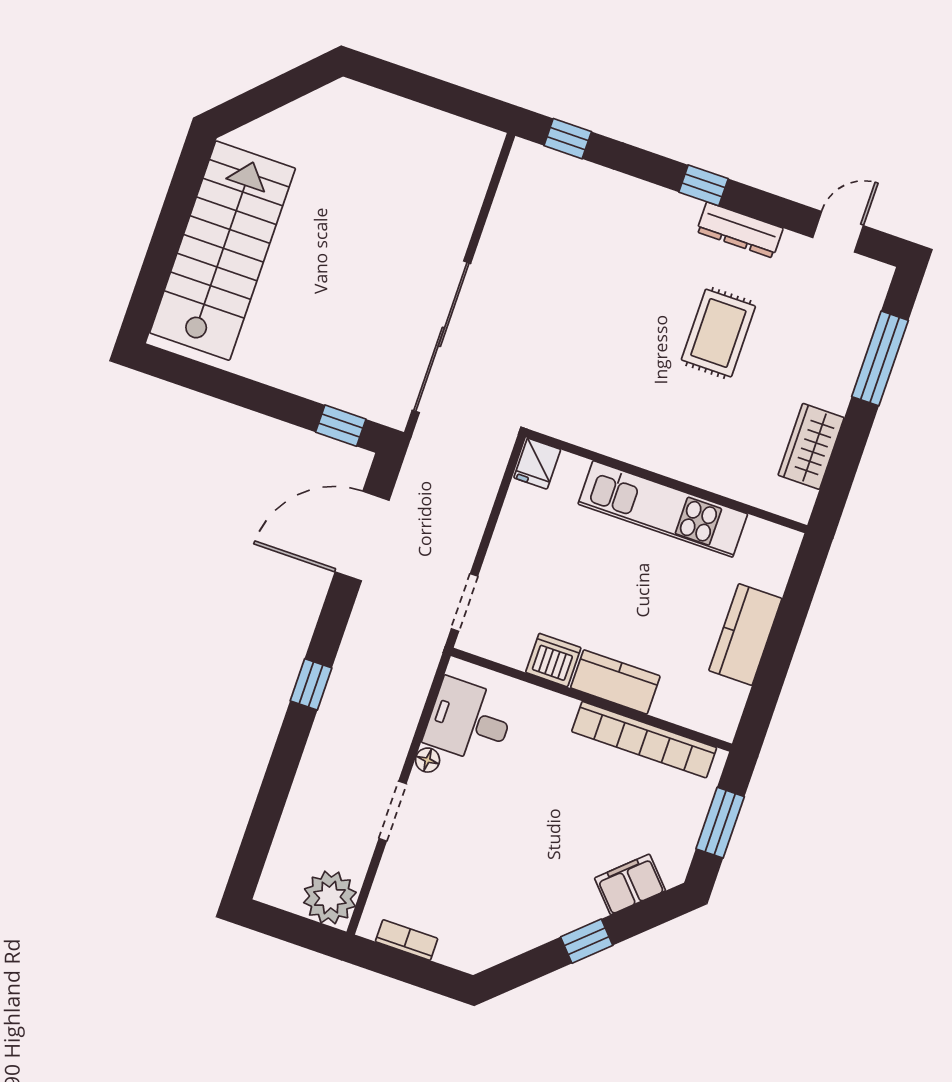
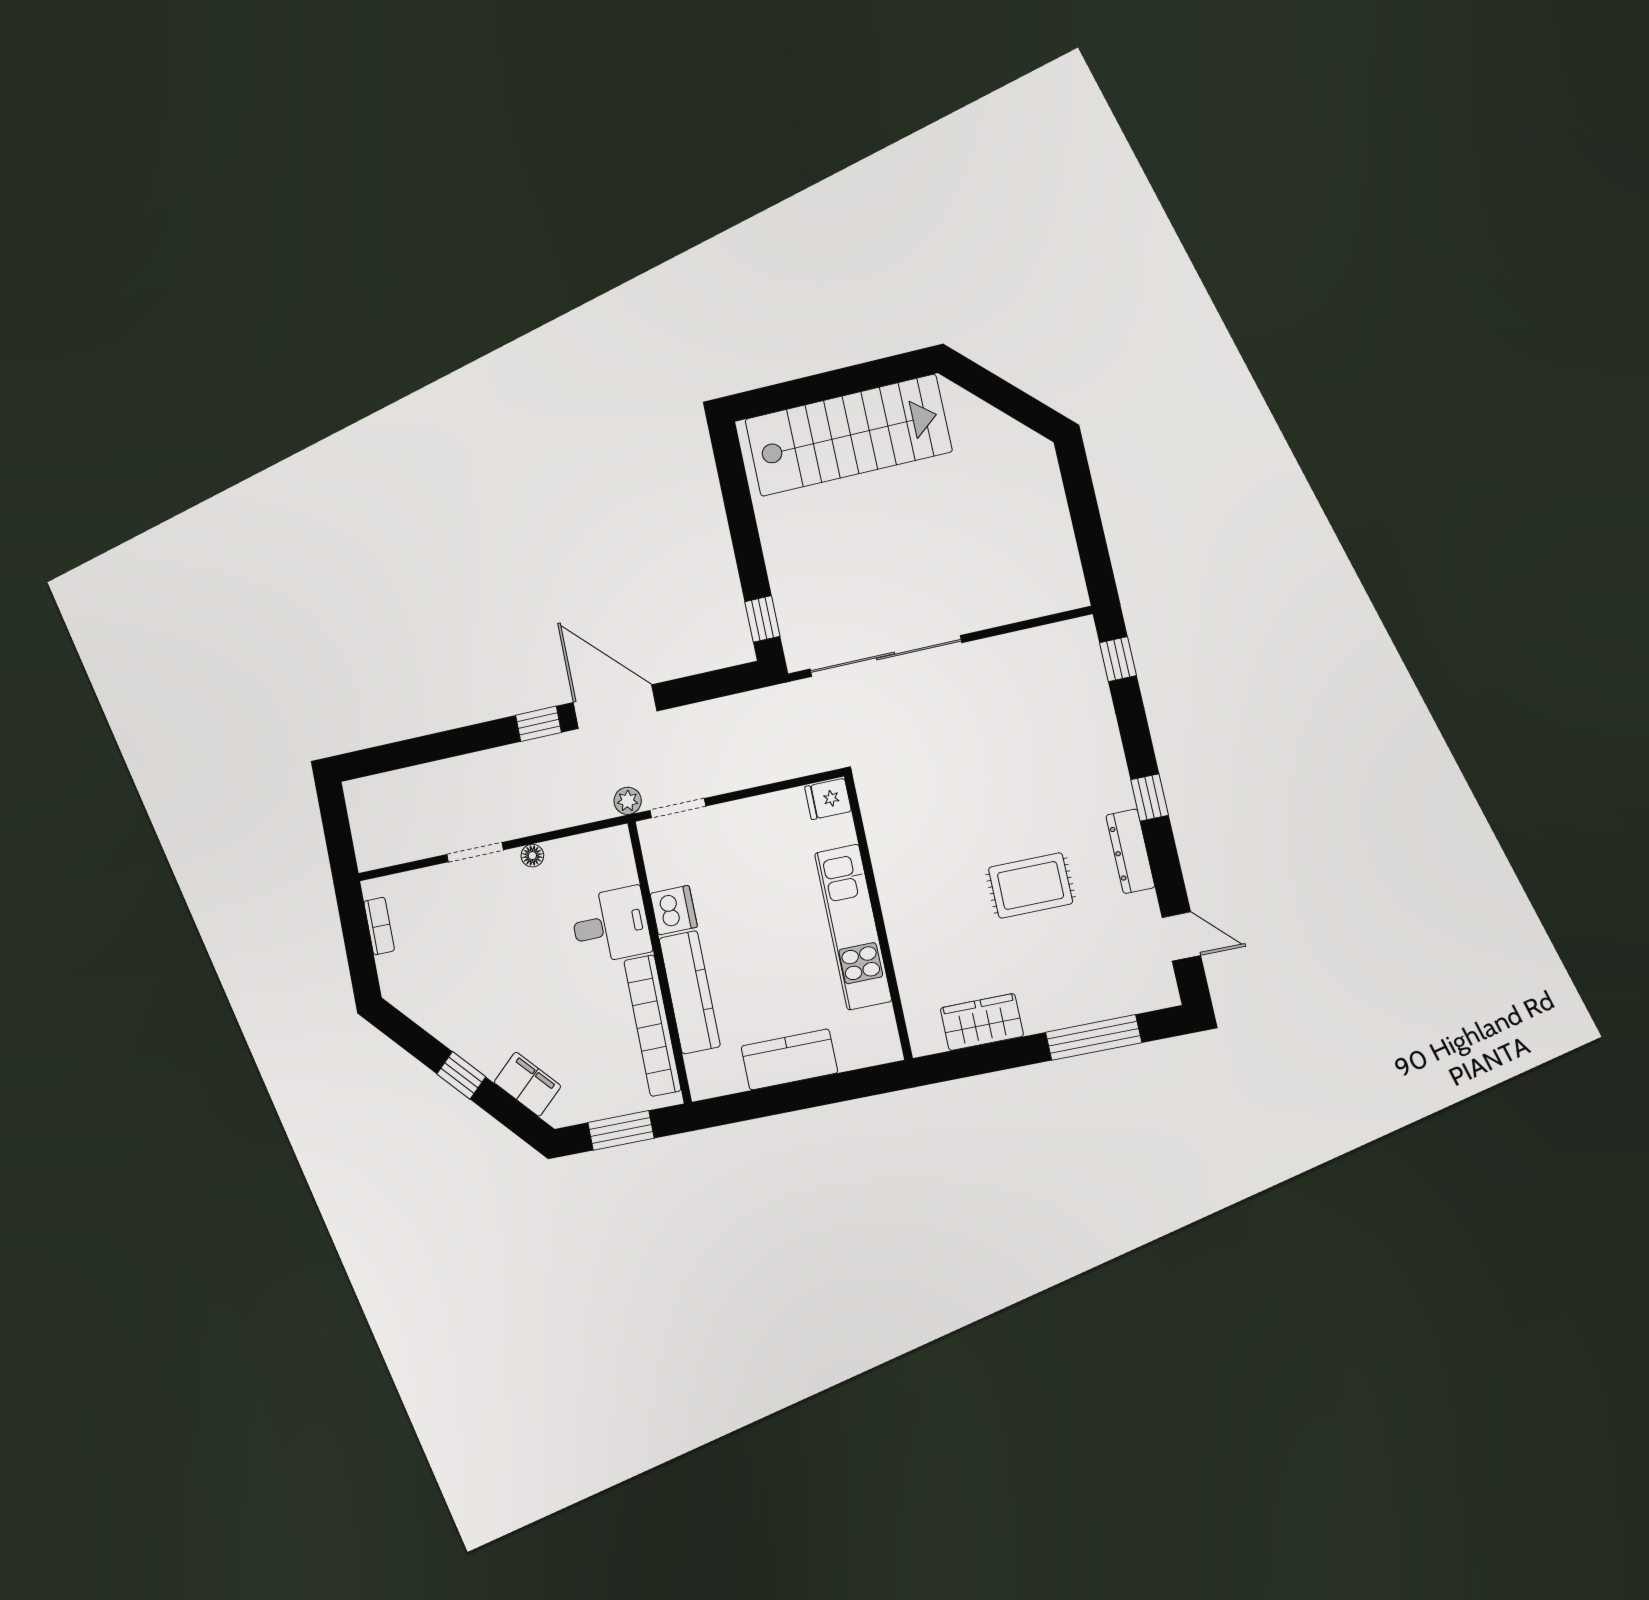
door: (362, 536) -> (615, 707), moved
kitchen counter: (615, 682) -> (690, 992), width x1.50
desk: (469, 721) -> (611, 925), moved, turned 90
plant: (330, 898) -> (628, 801), moved, width x0.53, depth x0.53

